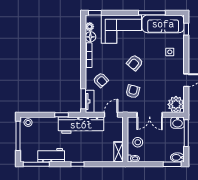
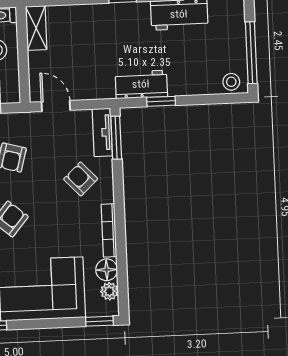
door: (111, 115) -> (56, 106), swing flipped
workbench: (81, 125) -> (141, 84), width x0.53, depth x0.76

